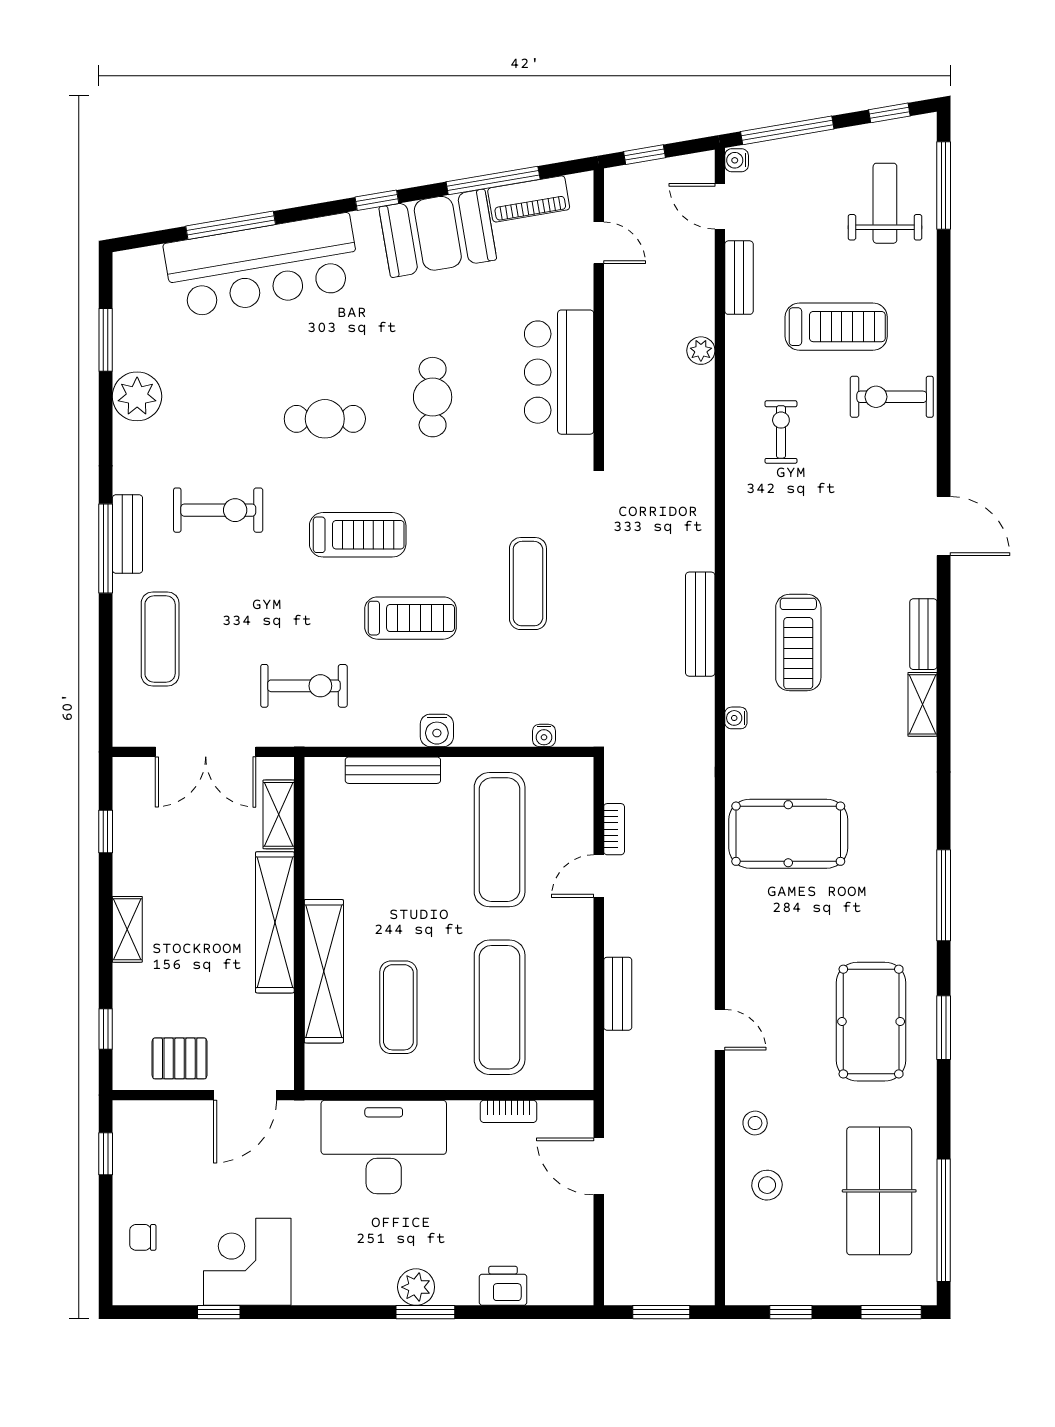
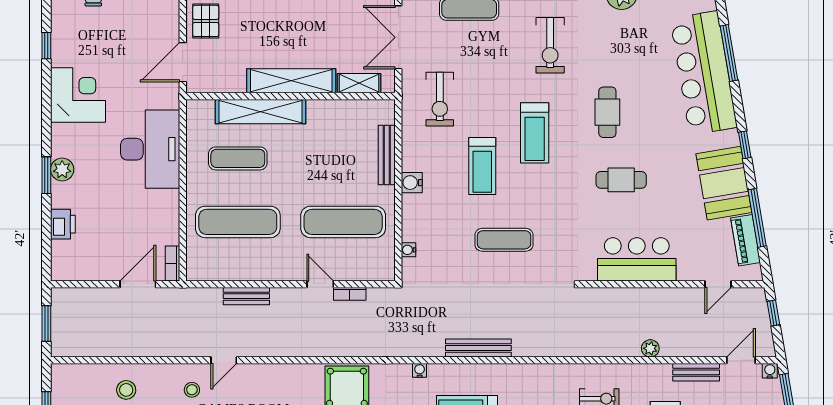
door: (245, 1095) -> (183, 62), hinge flipped
bookcase: (509, 1111) -> (172, 263), moved
stool: (755, 1123) -> (192, 390), moved
corner desk: (247, 1262) -> (78, 95), moved

